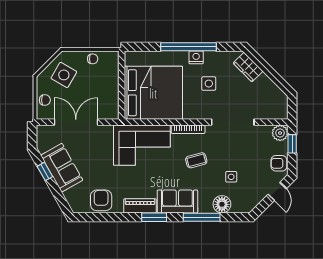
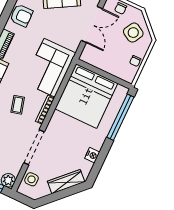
window: (189, 47) -> (120, 117), moved
nightstand: (196, 57) -> (92, 155), moved
wardrobe: (248, 67) -> (66, 182), width x1.50
side table: (209, 84) -> (31, 179), moved

